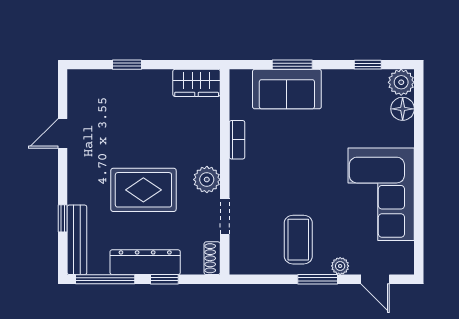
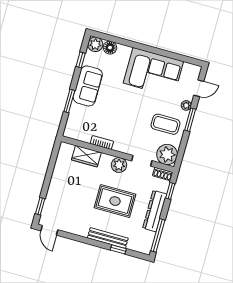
window: (127, 65) -> (40, 206), moved
wardrobe: (197, 83) -> (86, 156), moved, turned 90
sofa: (287, 89) -> (88, 86), moved
door: (63, 133) -> (49, 230), moved
rug: (143, 190) -> (115, 201), turned 90
bench: (77, 240) -> (108, 238), moved
plant: (247, 257) -> (167, 154), added
window: (164, 279) -> (170, 191), moved

